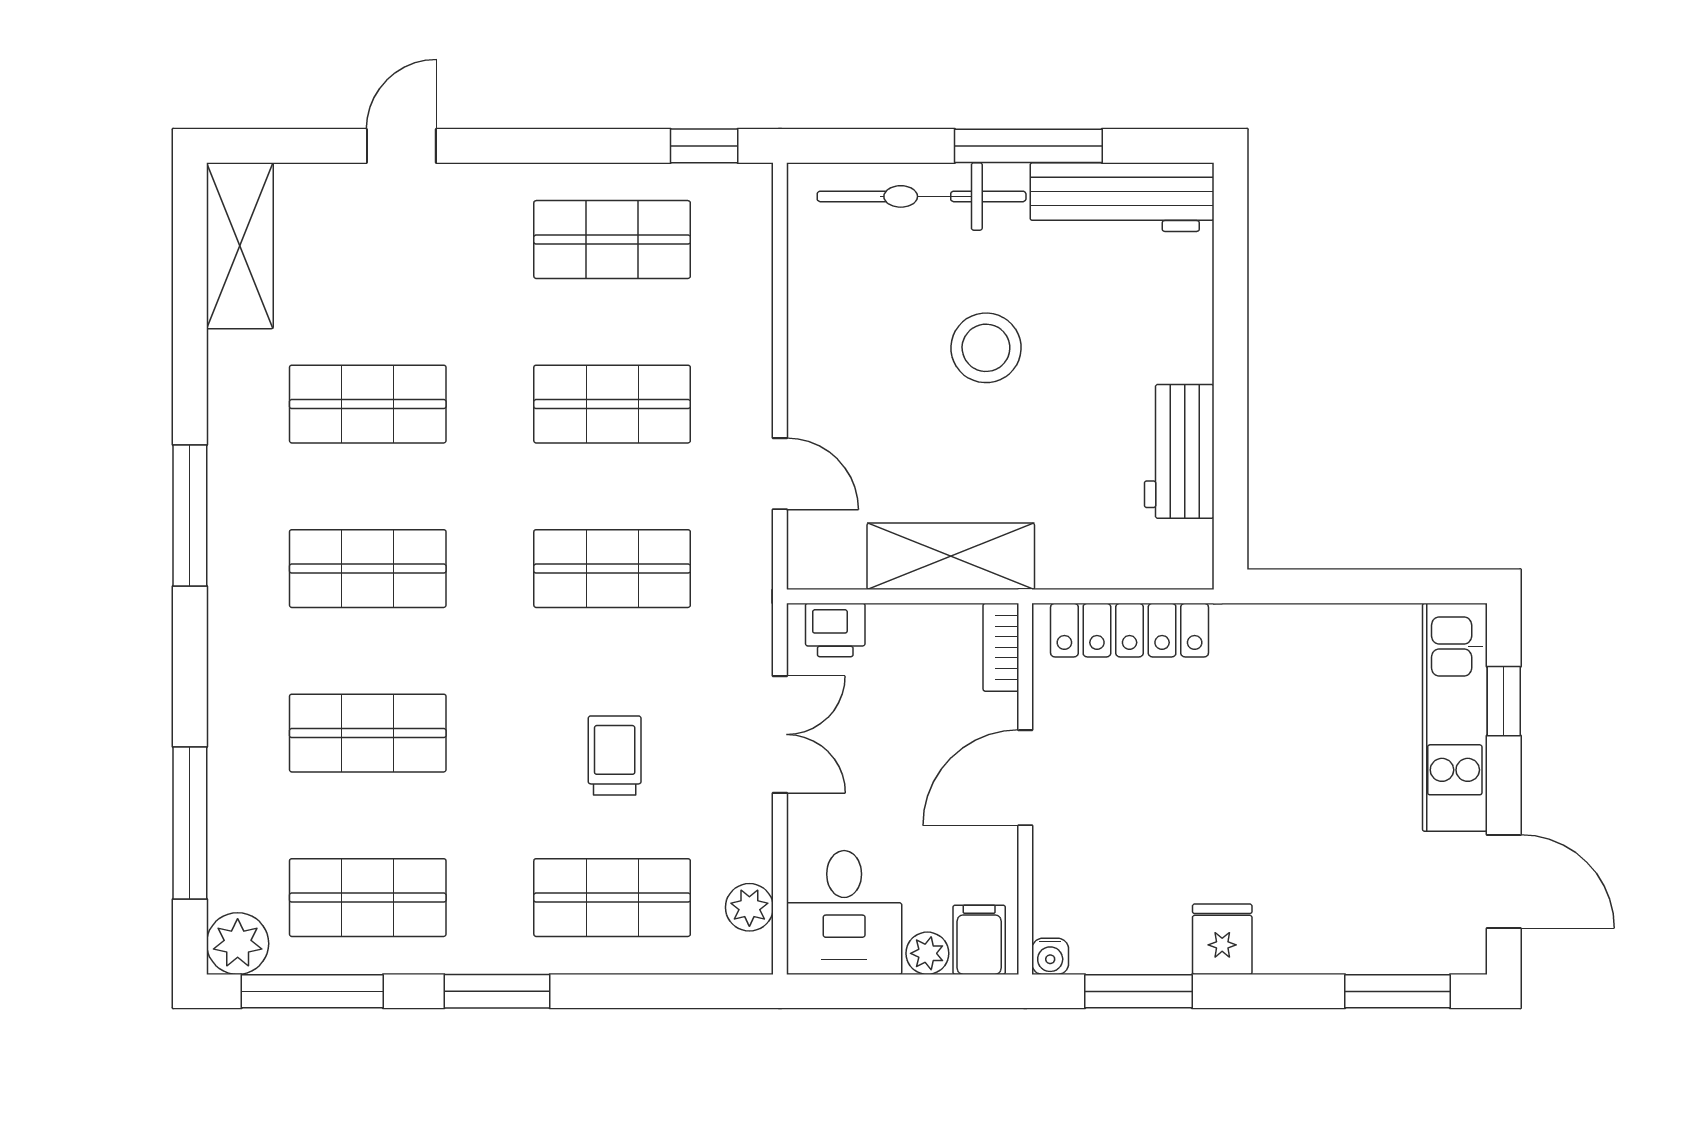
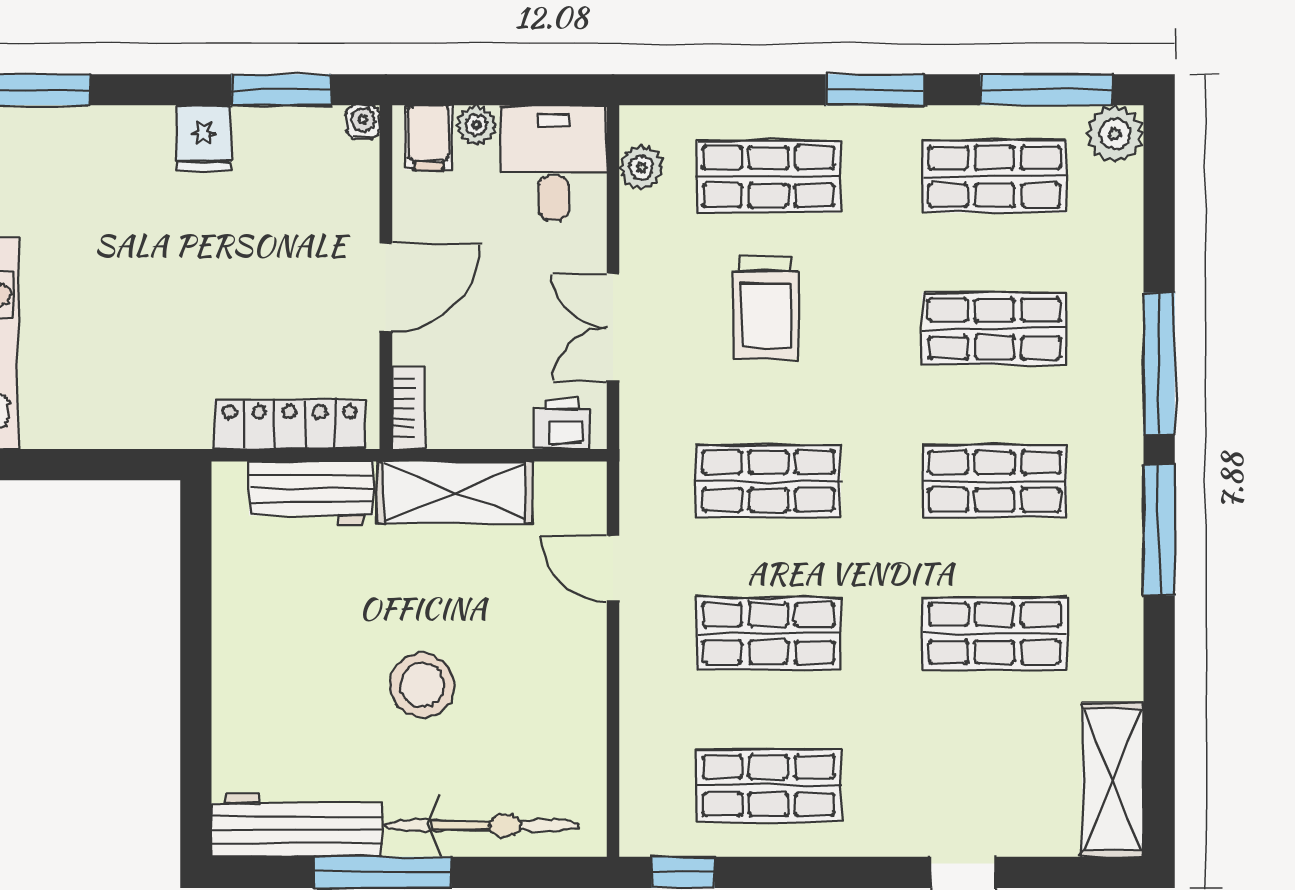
workbench: (1179, 451) -> (311, 493), moved, turned 90
trolley: (615, 755) -> (766, 308), width x1.36, depth x1.39
window: (190, 823) -> (1159, 364), moved

